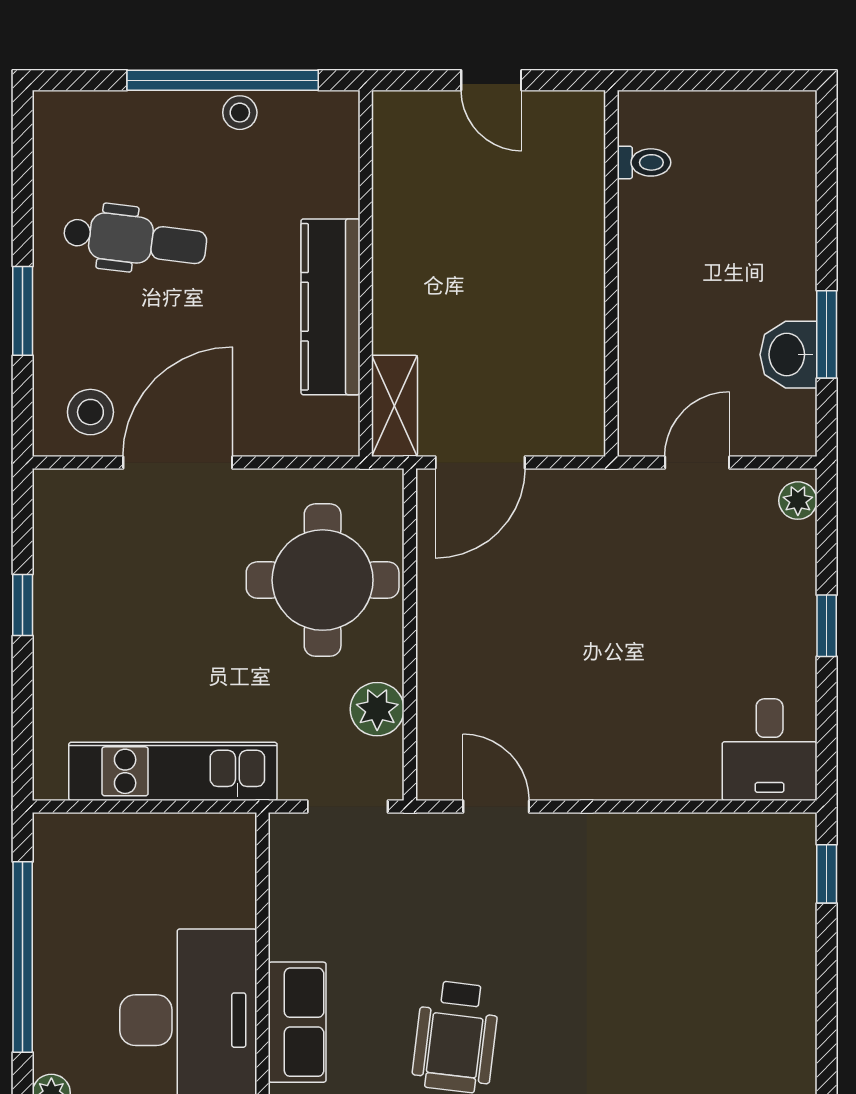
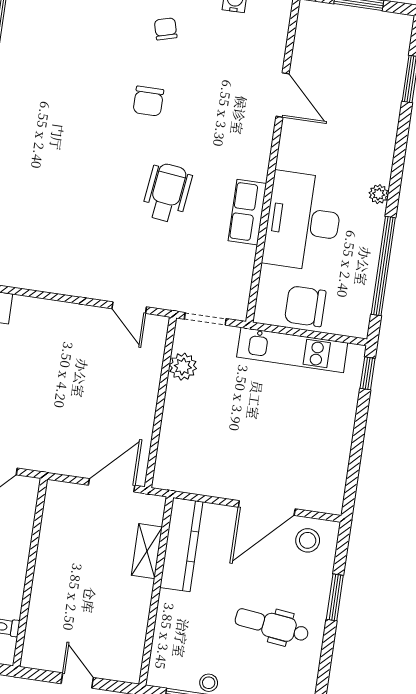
kitchen counter: (330, 307) -> (181, 545), moved
shelving: (394, 406) -> (147, 551), moved
round table: (323, 580) -> (201, 437), removed
window: (23, 605) -> (368, 373), moved
chair: (160, 858) -> (305, 306), added

